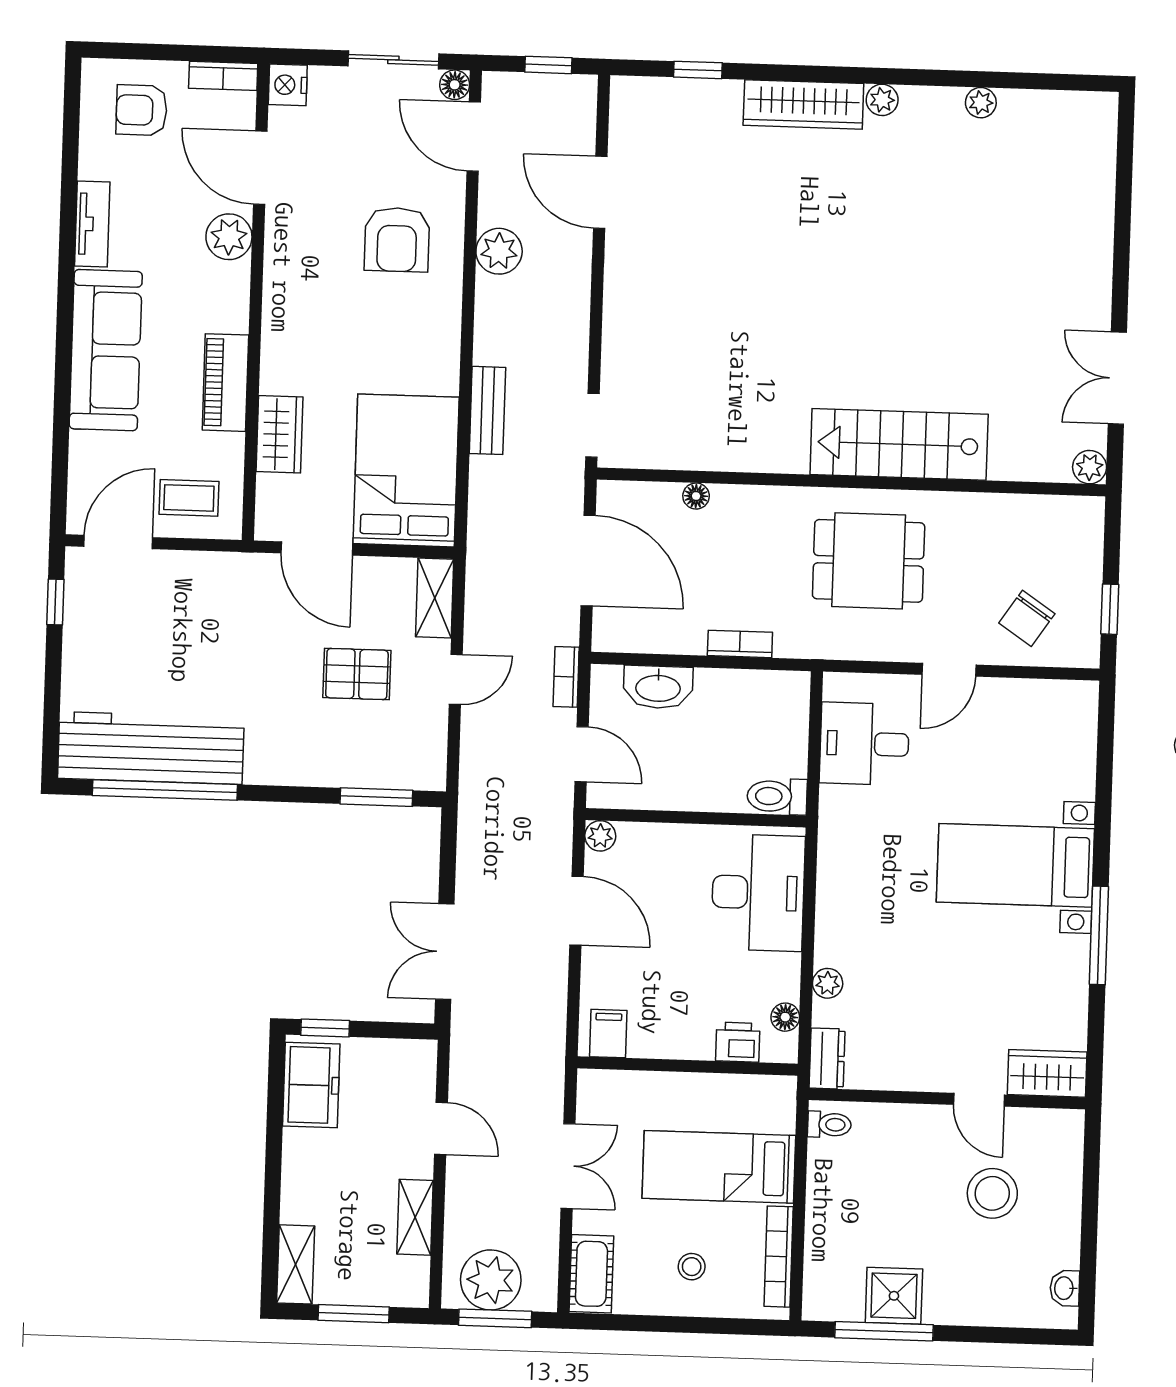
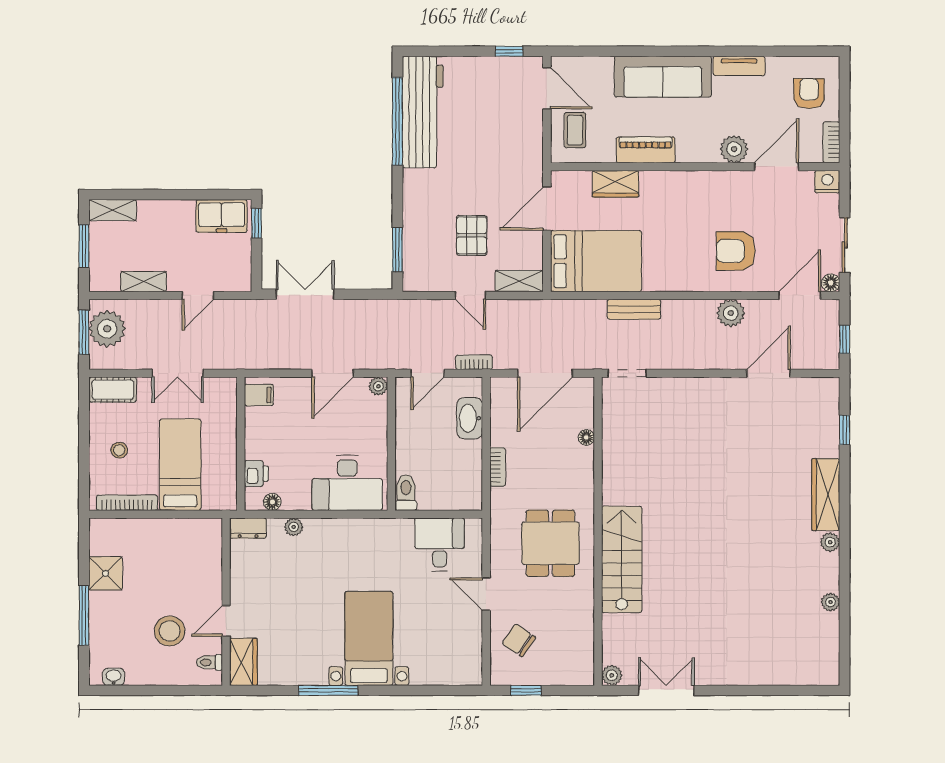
toilet: (829, 1125) -> (209, 662), moved, turned 90
window: (884, 1331) -> (84, 615), moved

